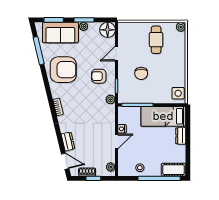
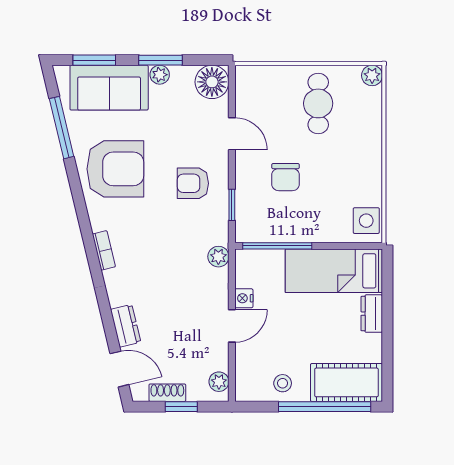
door: (117, 54) -> (232, 134), swing flipped
plant: (110, 99) -> (218, 257), moved
cot: (174, 170) -> (346, 382), width x1.37, depth x1.34

